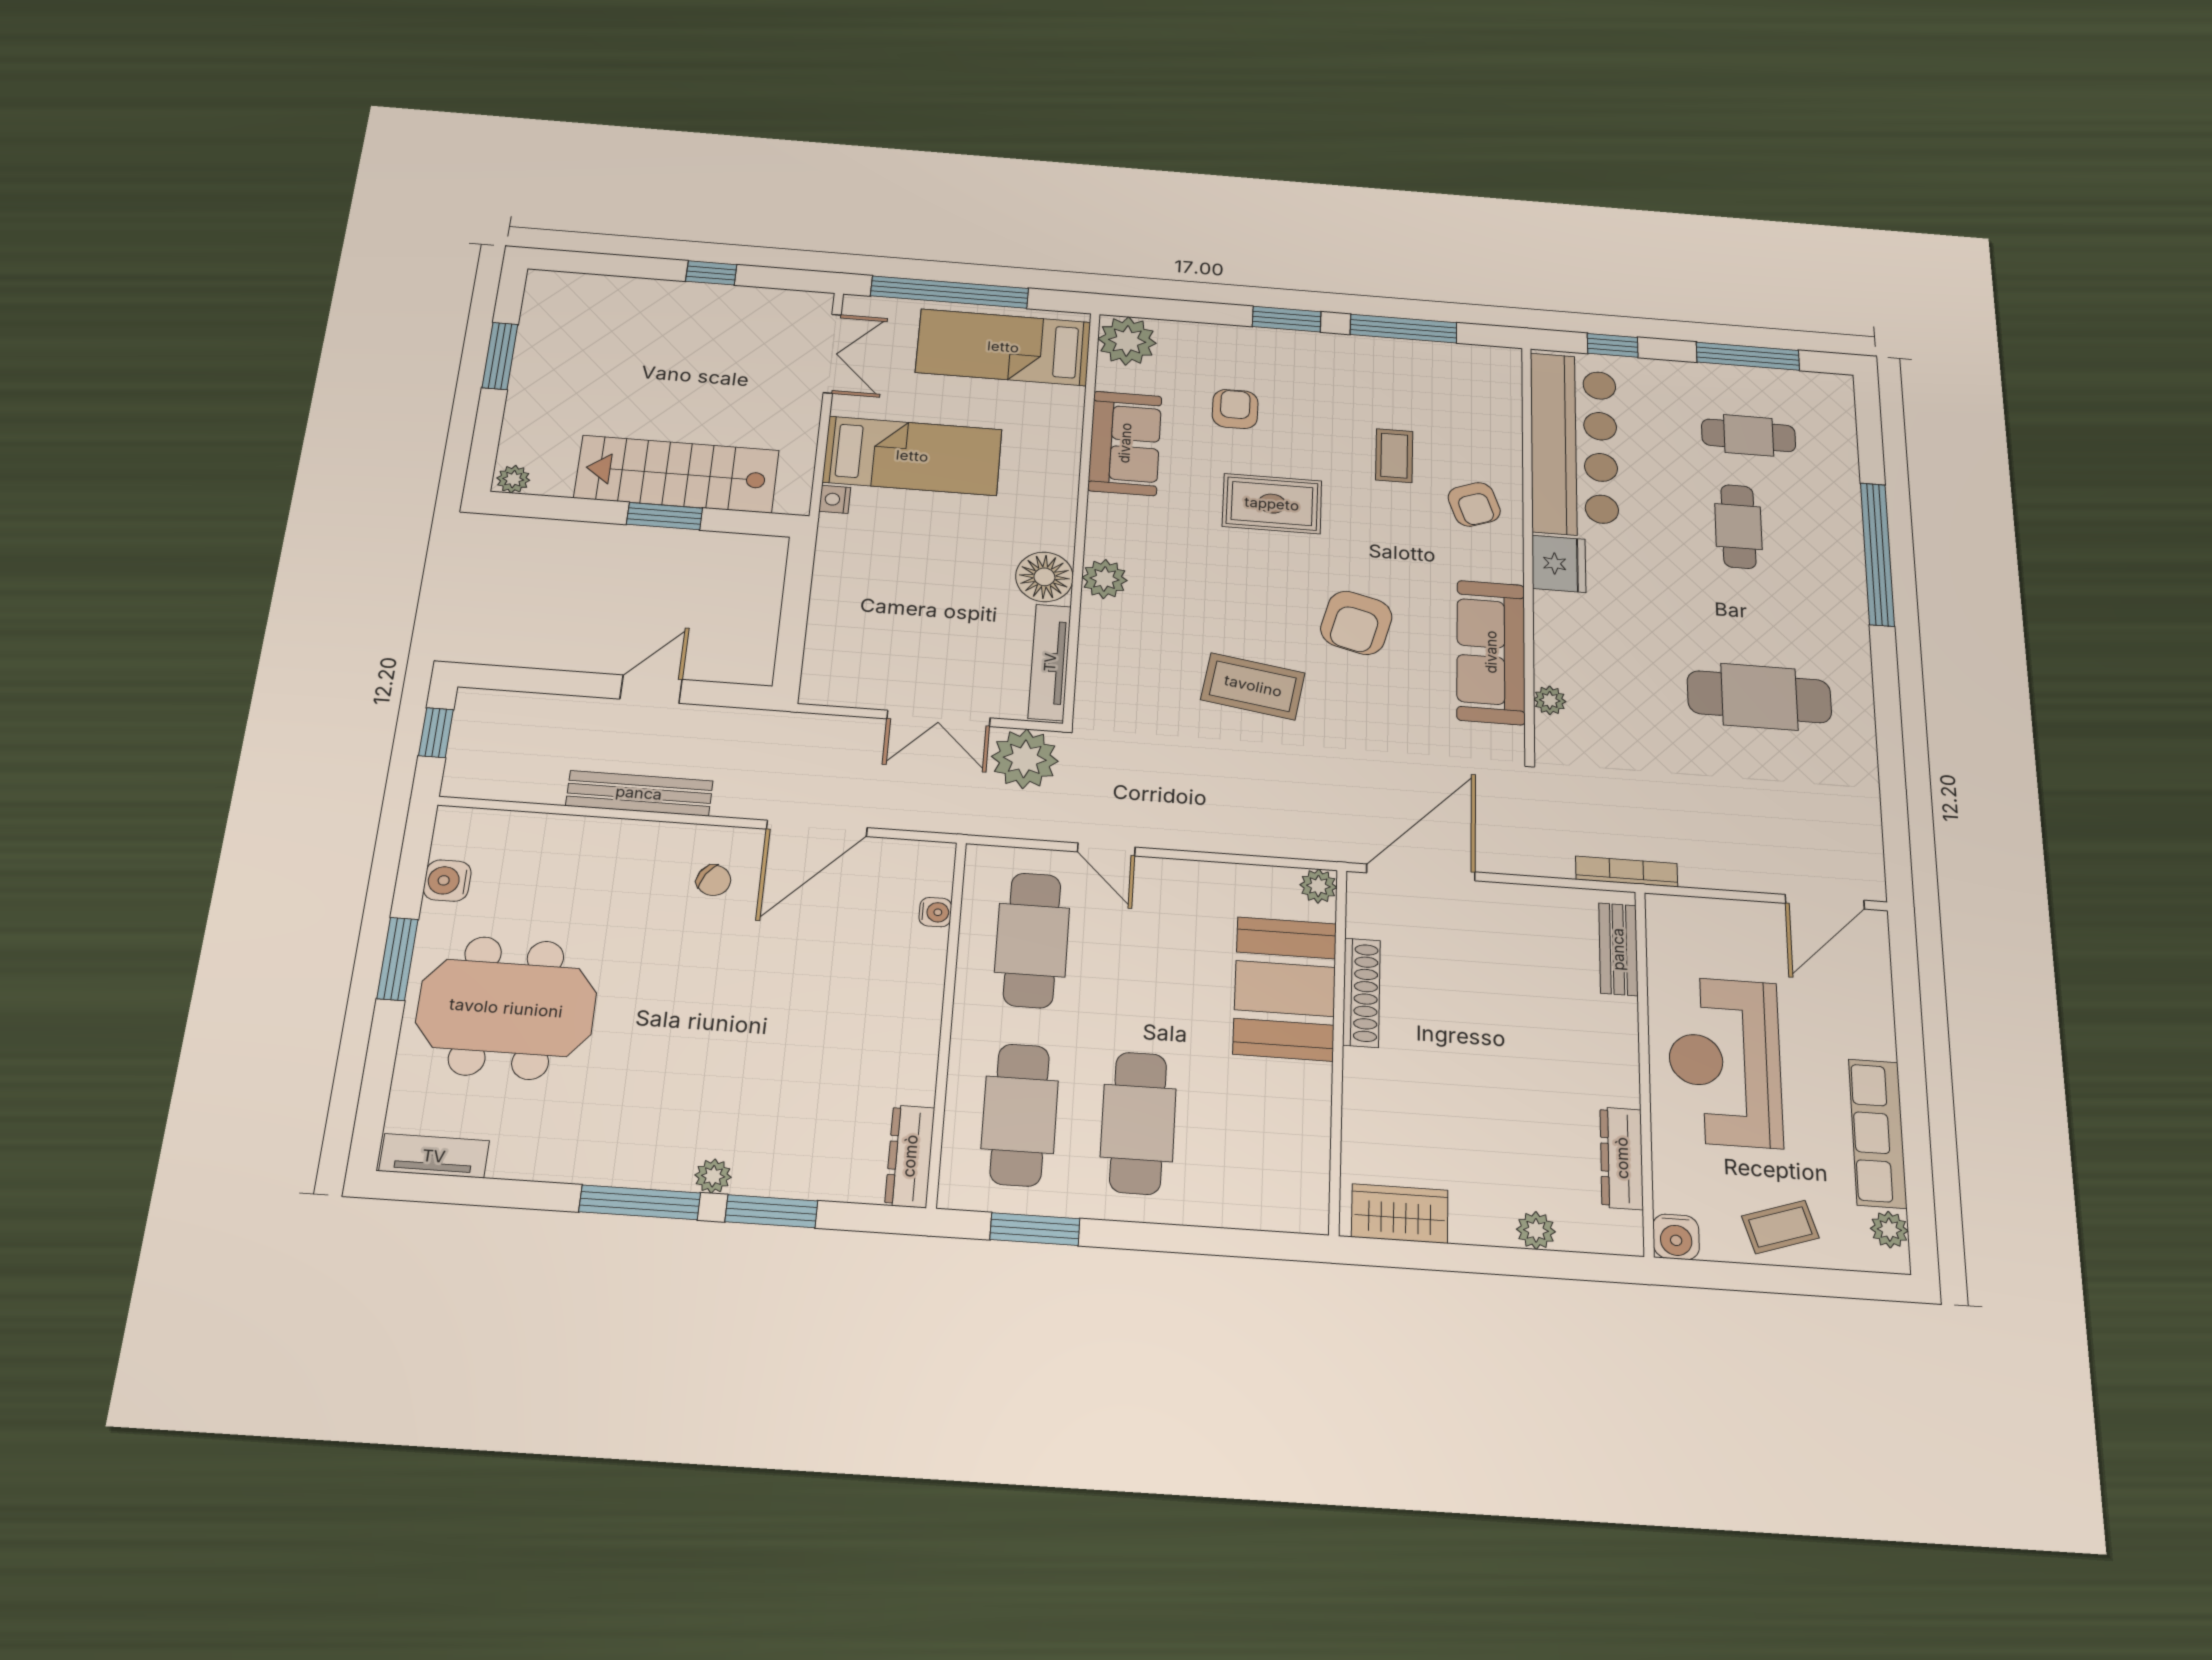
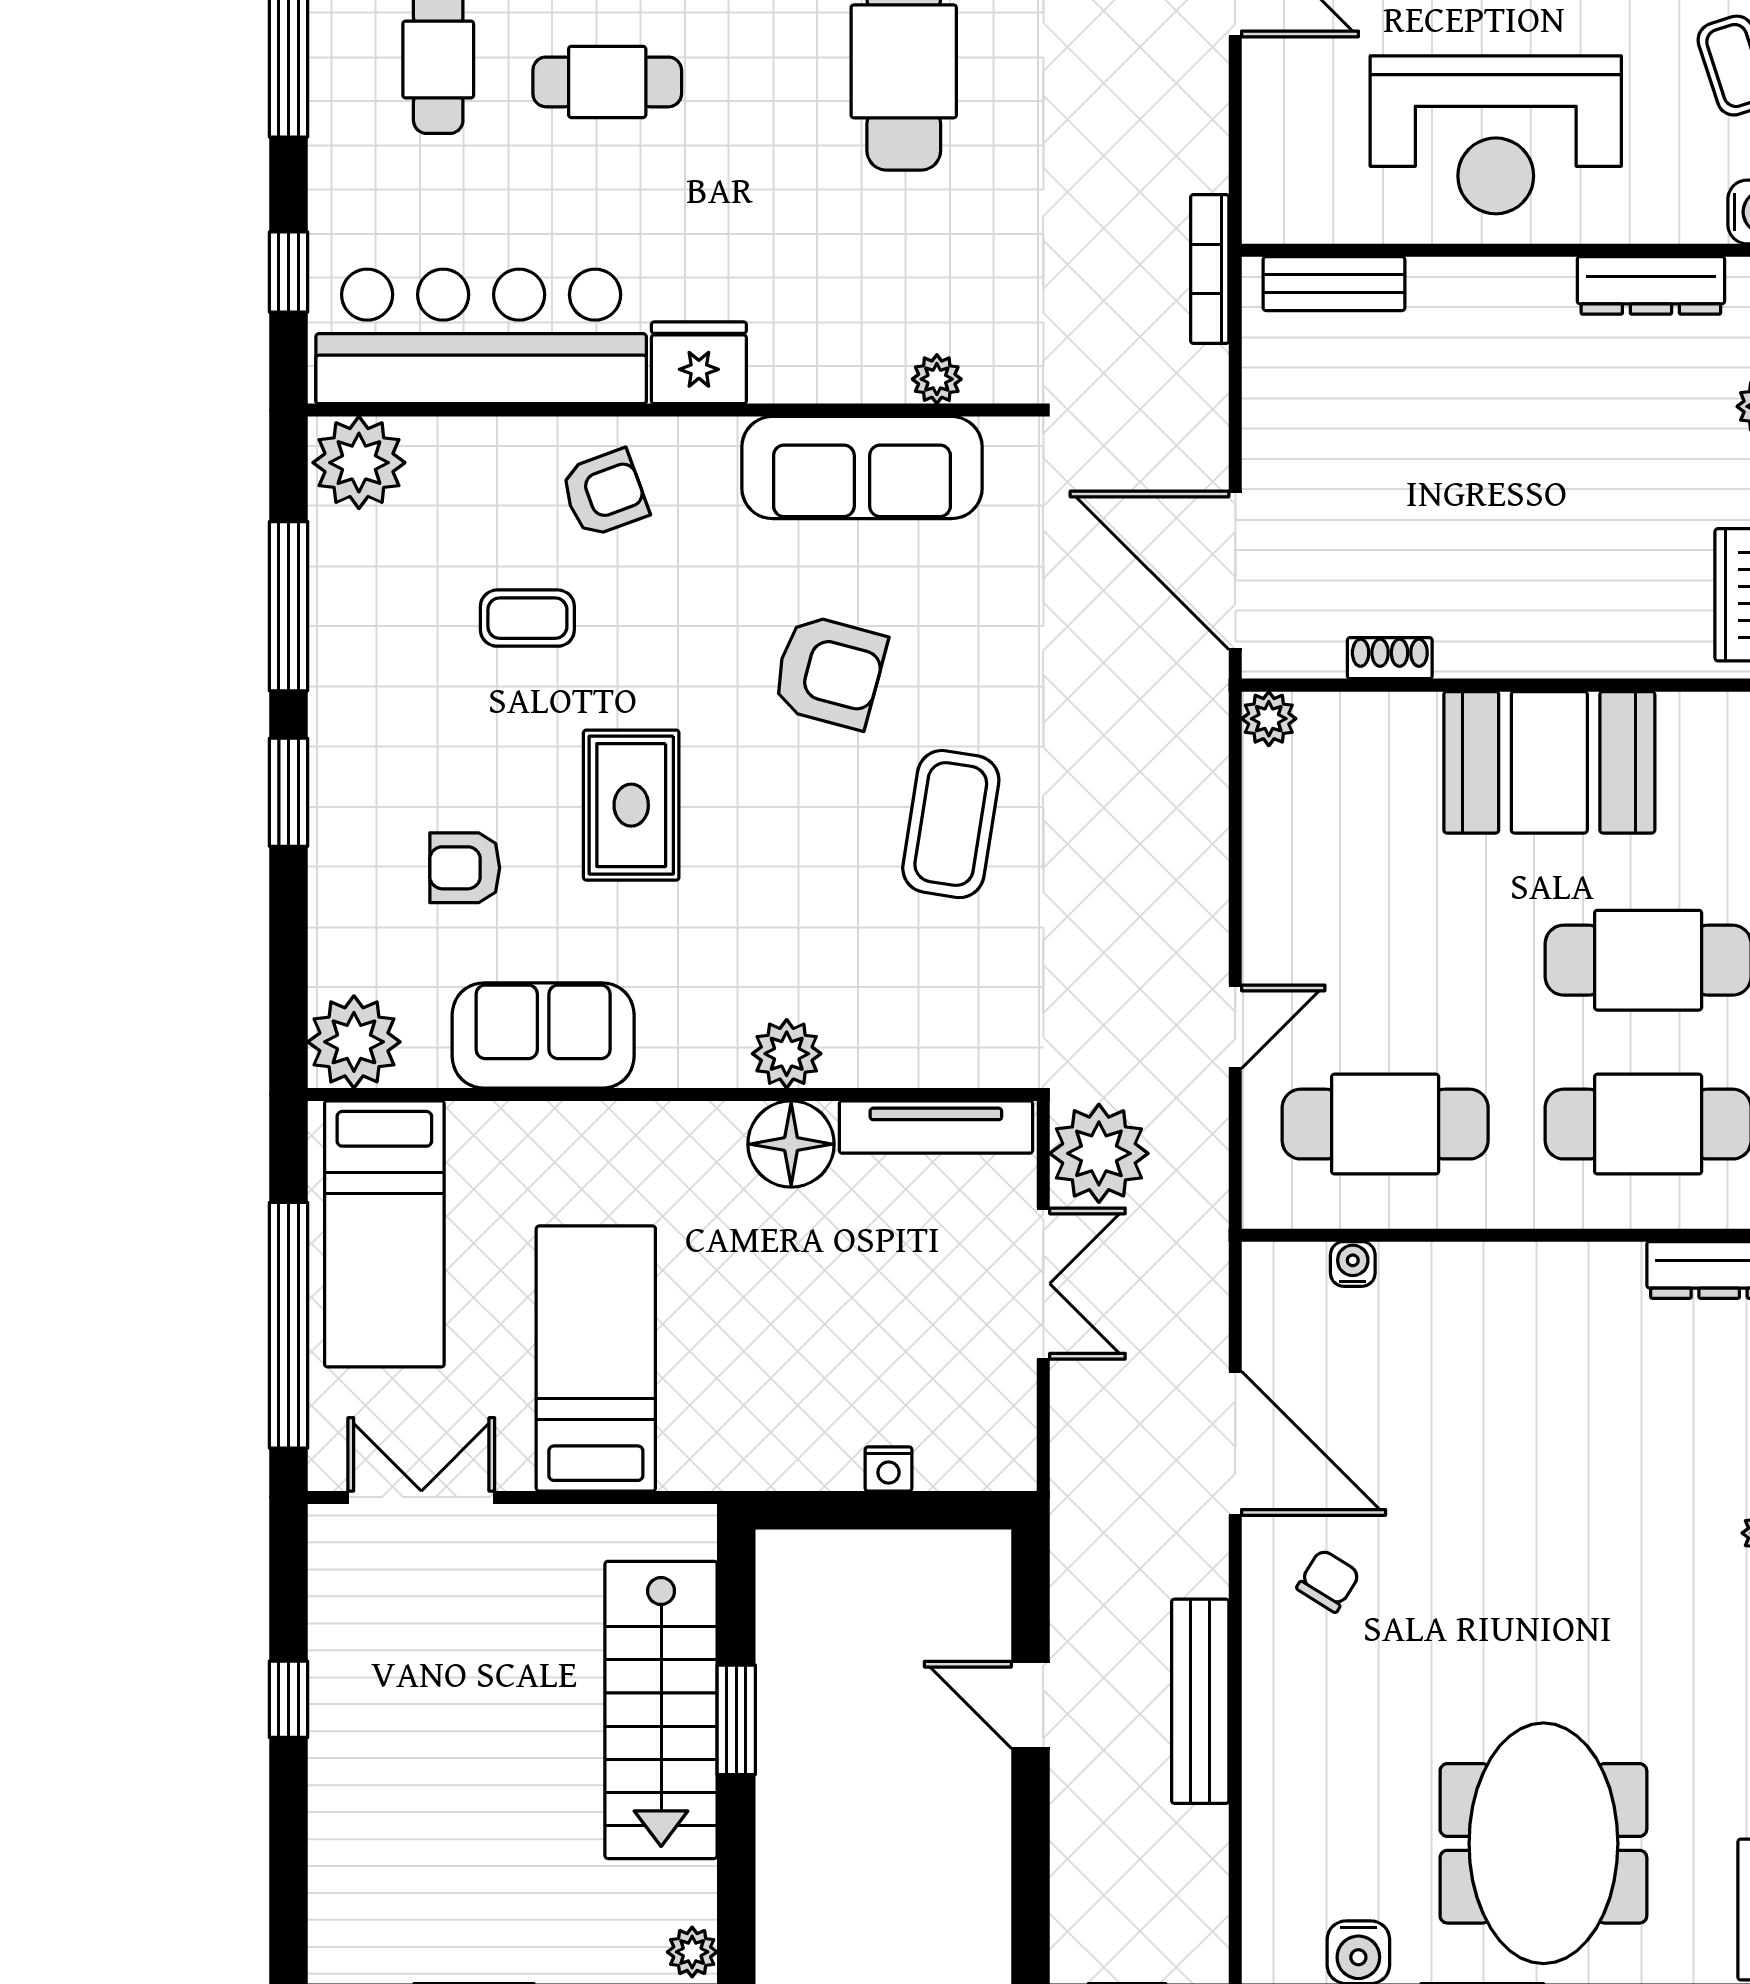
plant: (1494, 373) -> (359, 463), added
nightstand: (835, 499) -> (889, 1469), moved
booth: (1285, 988) -> (1549, 762), moved
shoe rack: (1361, 993) -> (1390, 658), width x0.51, depth x0.81

